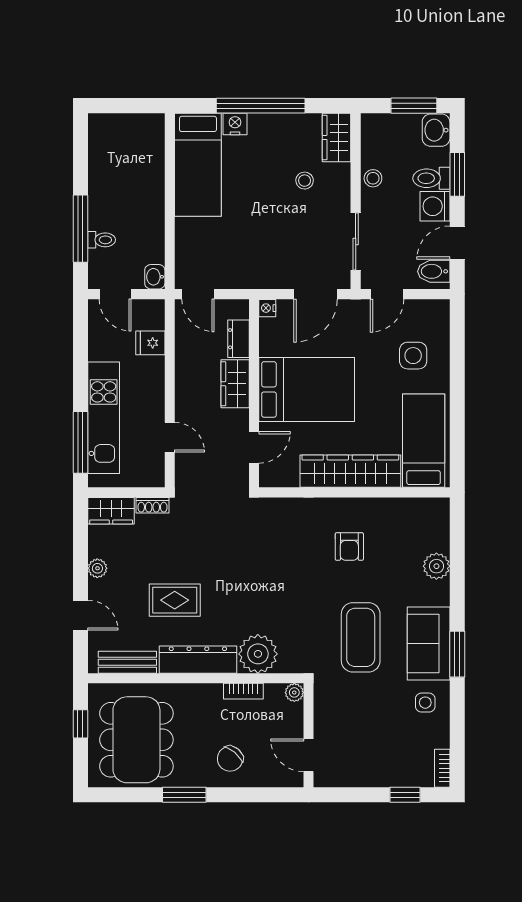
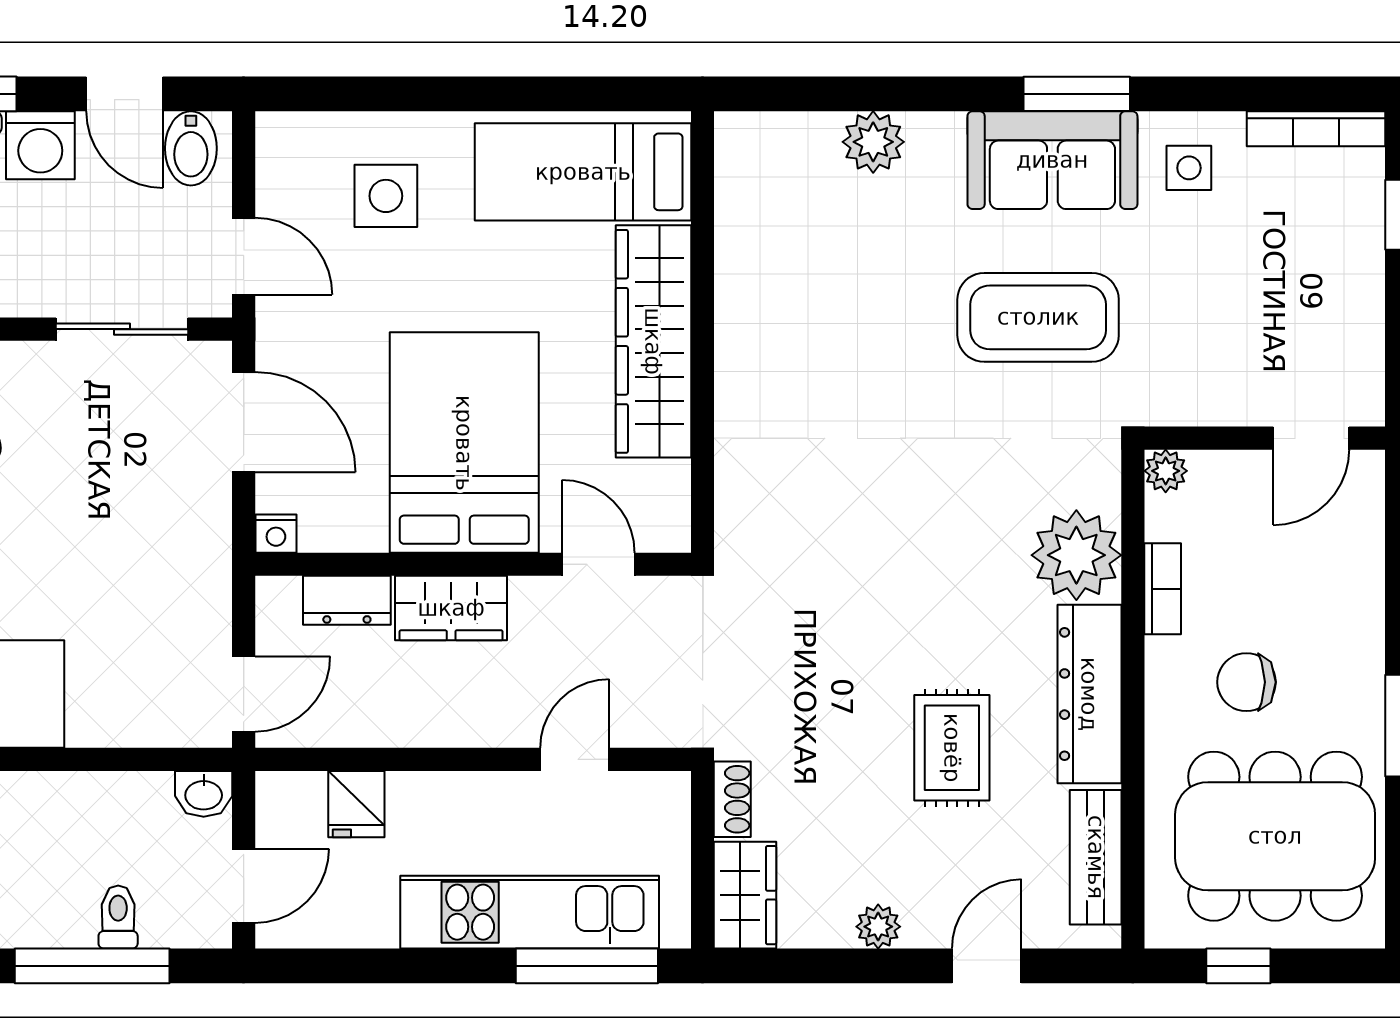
armchair: (349, 547) -> (828, 344), removed
chair: (230, 759) -> (1246, 682), moved, turned 140
bookcase: (442, 768) -> (1316, 129), width x1.56

